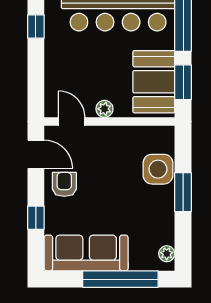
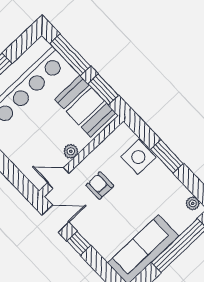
armchair: (64, 184) -> (100, 186), moved
window: (36, 218) -> (79, 243), moved

